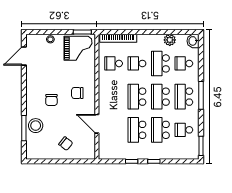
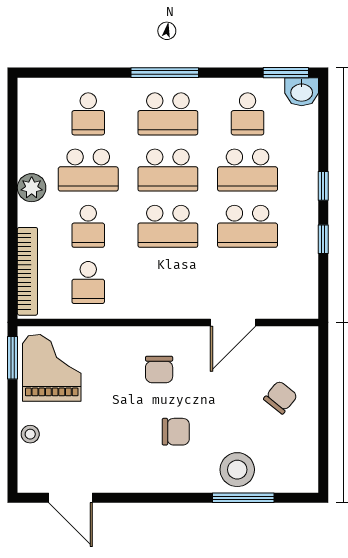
plant: (170, 40) -> (32, 188), moved
washbasin: (193, 41) -> (302, 92), moved

